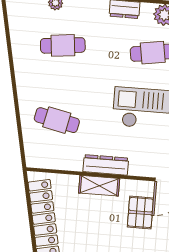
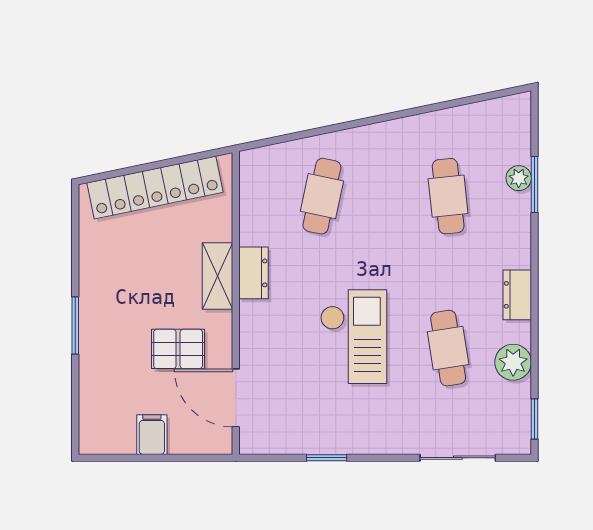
dresser: (106, 165) -> (253, 273), width x0.70

